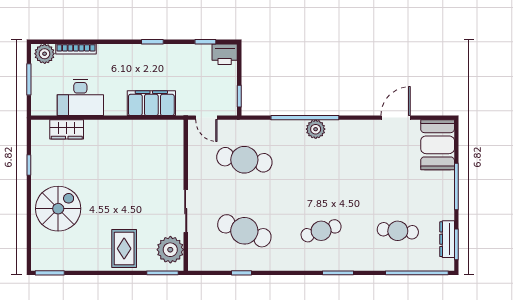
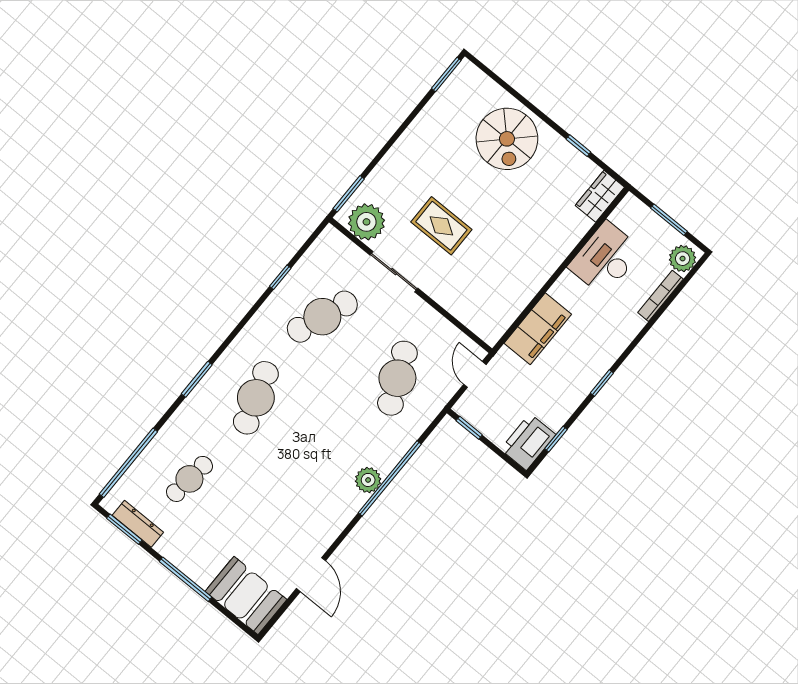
printer: (225, 54) -> (528, 442), width x1.37, depth x1.19
door: (206, 118) -> (475, 374), hinge flipped
wardrobe: (67, 129) -> (600, 196), moved
cafe table: (244, 160) -> (397, 378), turned -33
cafe table: (321, 231) -> (256, 398), width x1.37, depth x1.35
rug: (124, 249) -> (441, 226), moved

